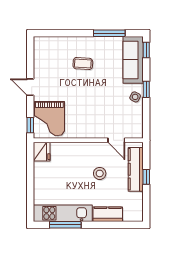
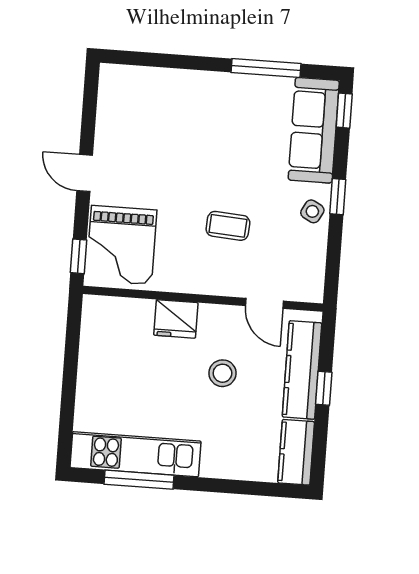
coffee table: (83, 64) -> (228, 226), moved
fridge: (42, 152) -> (176, 319), moved, turned 90
kitchen counter: (108, 214) -> (296, 452), moved, turned -90

